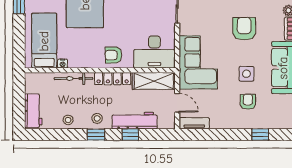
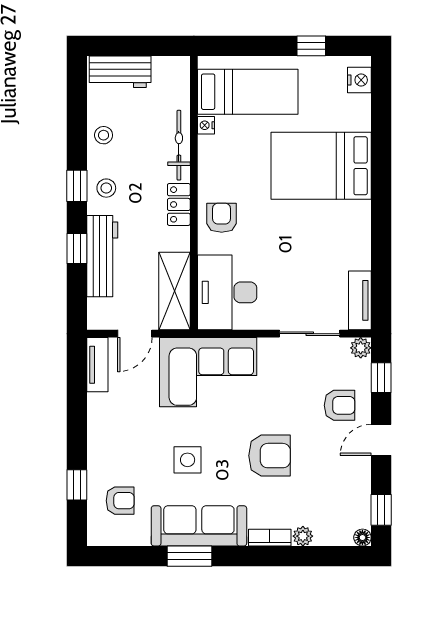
locker: (113, 79) -> (179, 204), width x0.66
armchair: (248, 102) -> (120, 501), moved

